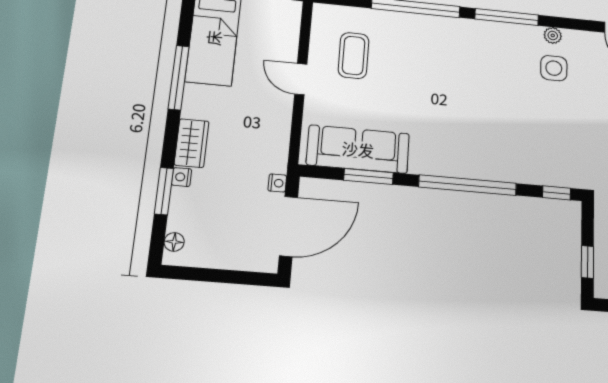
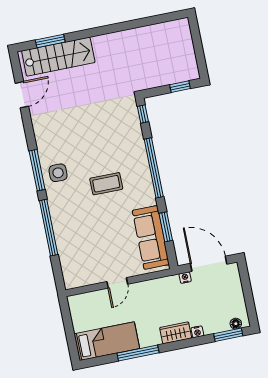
plant: (553, 35) -> (41, 139), removed
coffee table: (354, 55) -> (106, 184), moved
side table: (554, 68) -> (58, 173), moved
window: (164, 191) -> (228, 335), moved

